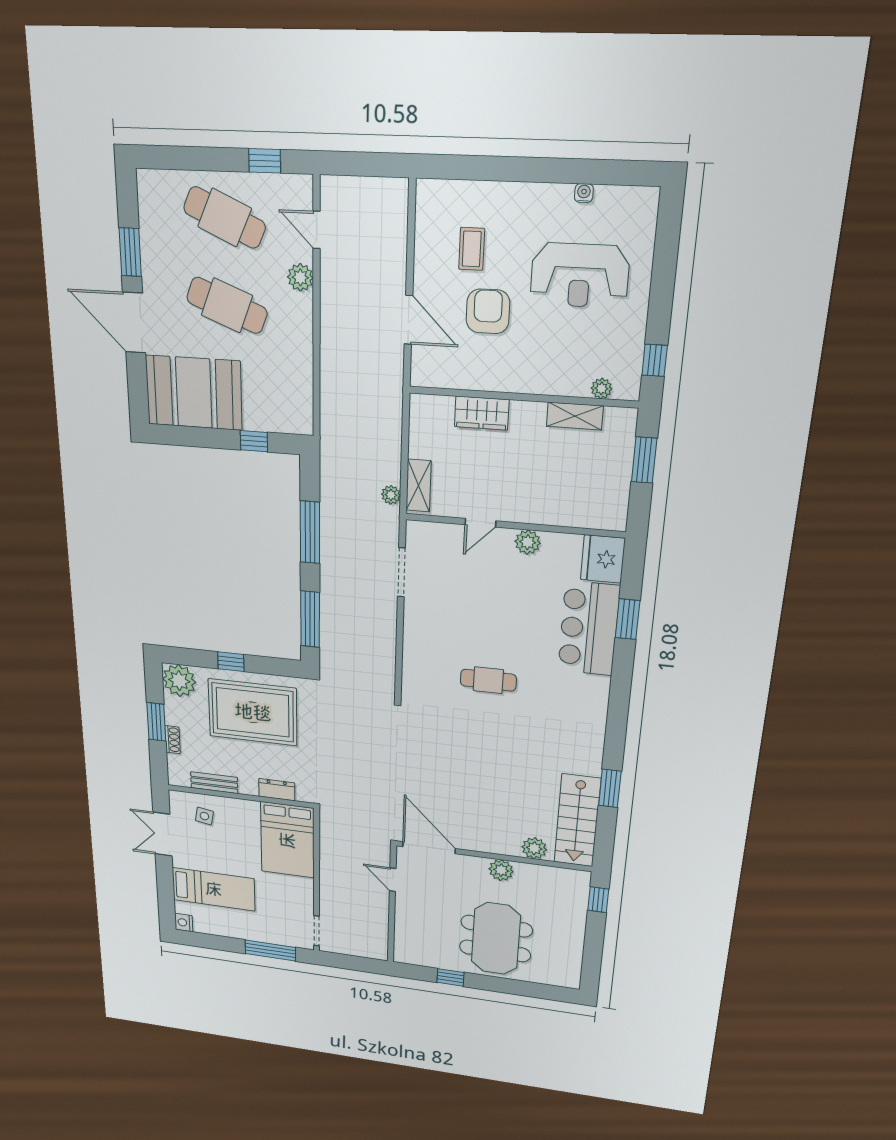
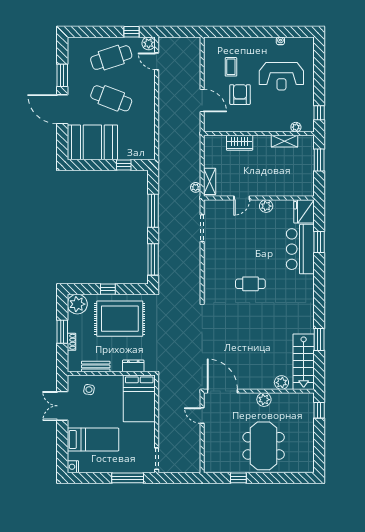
cafe table: (225, 218) -> (111, 58), turned -42
plant: (300, 277) -> (149, 43), moved

